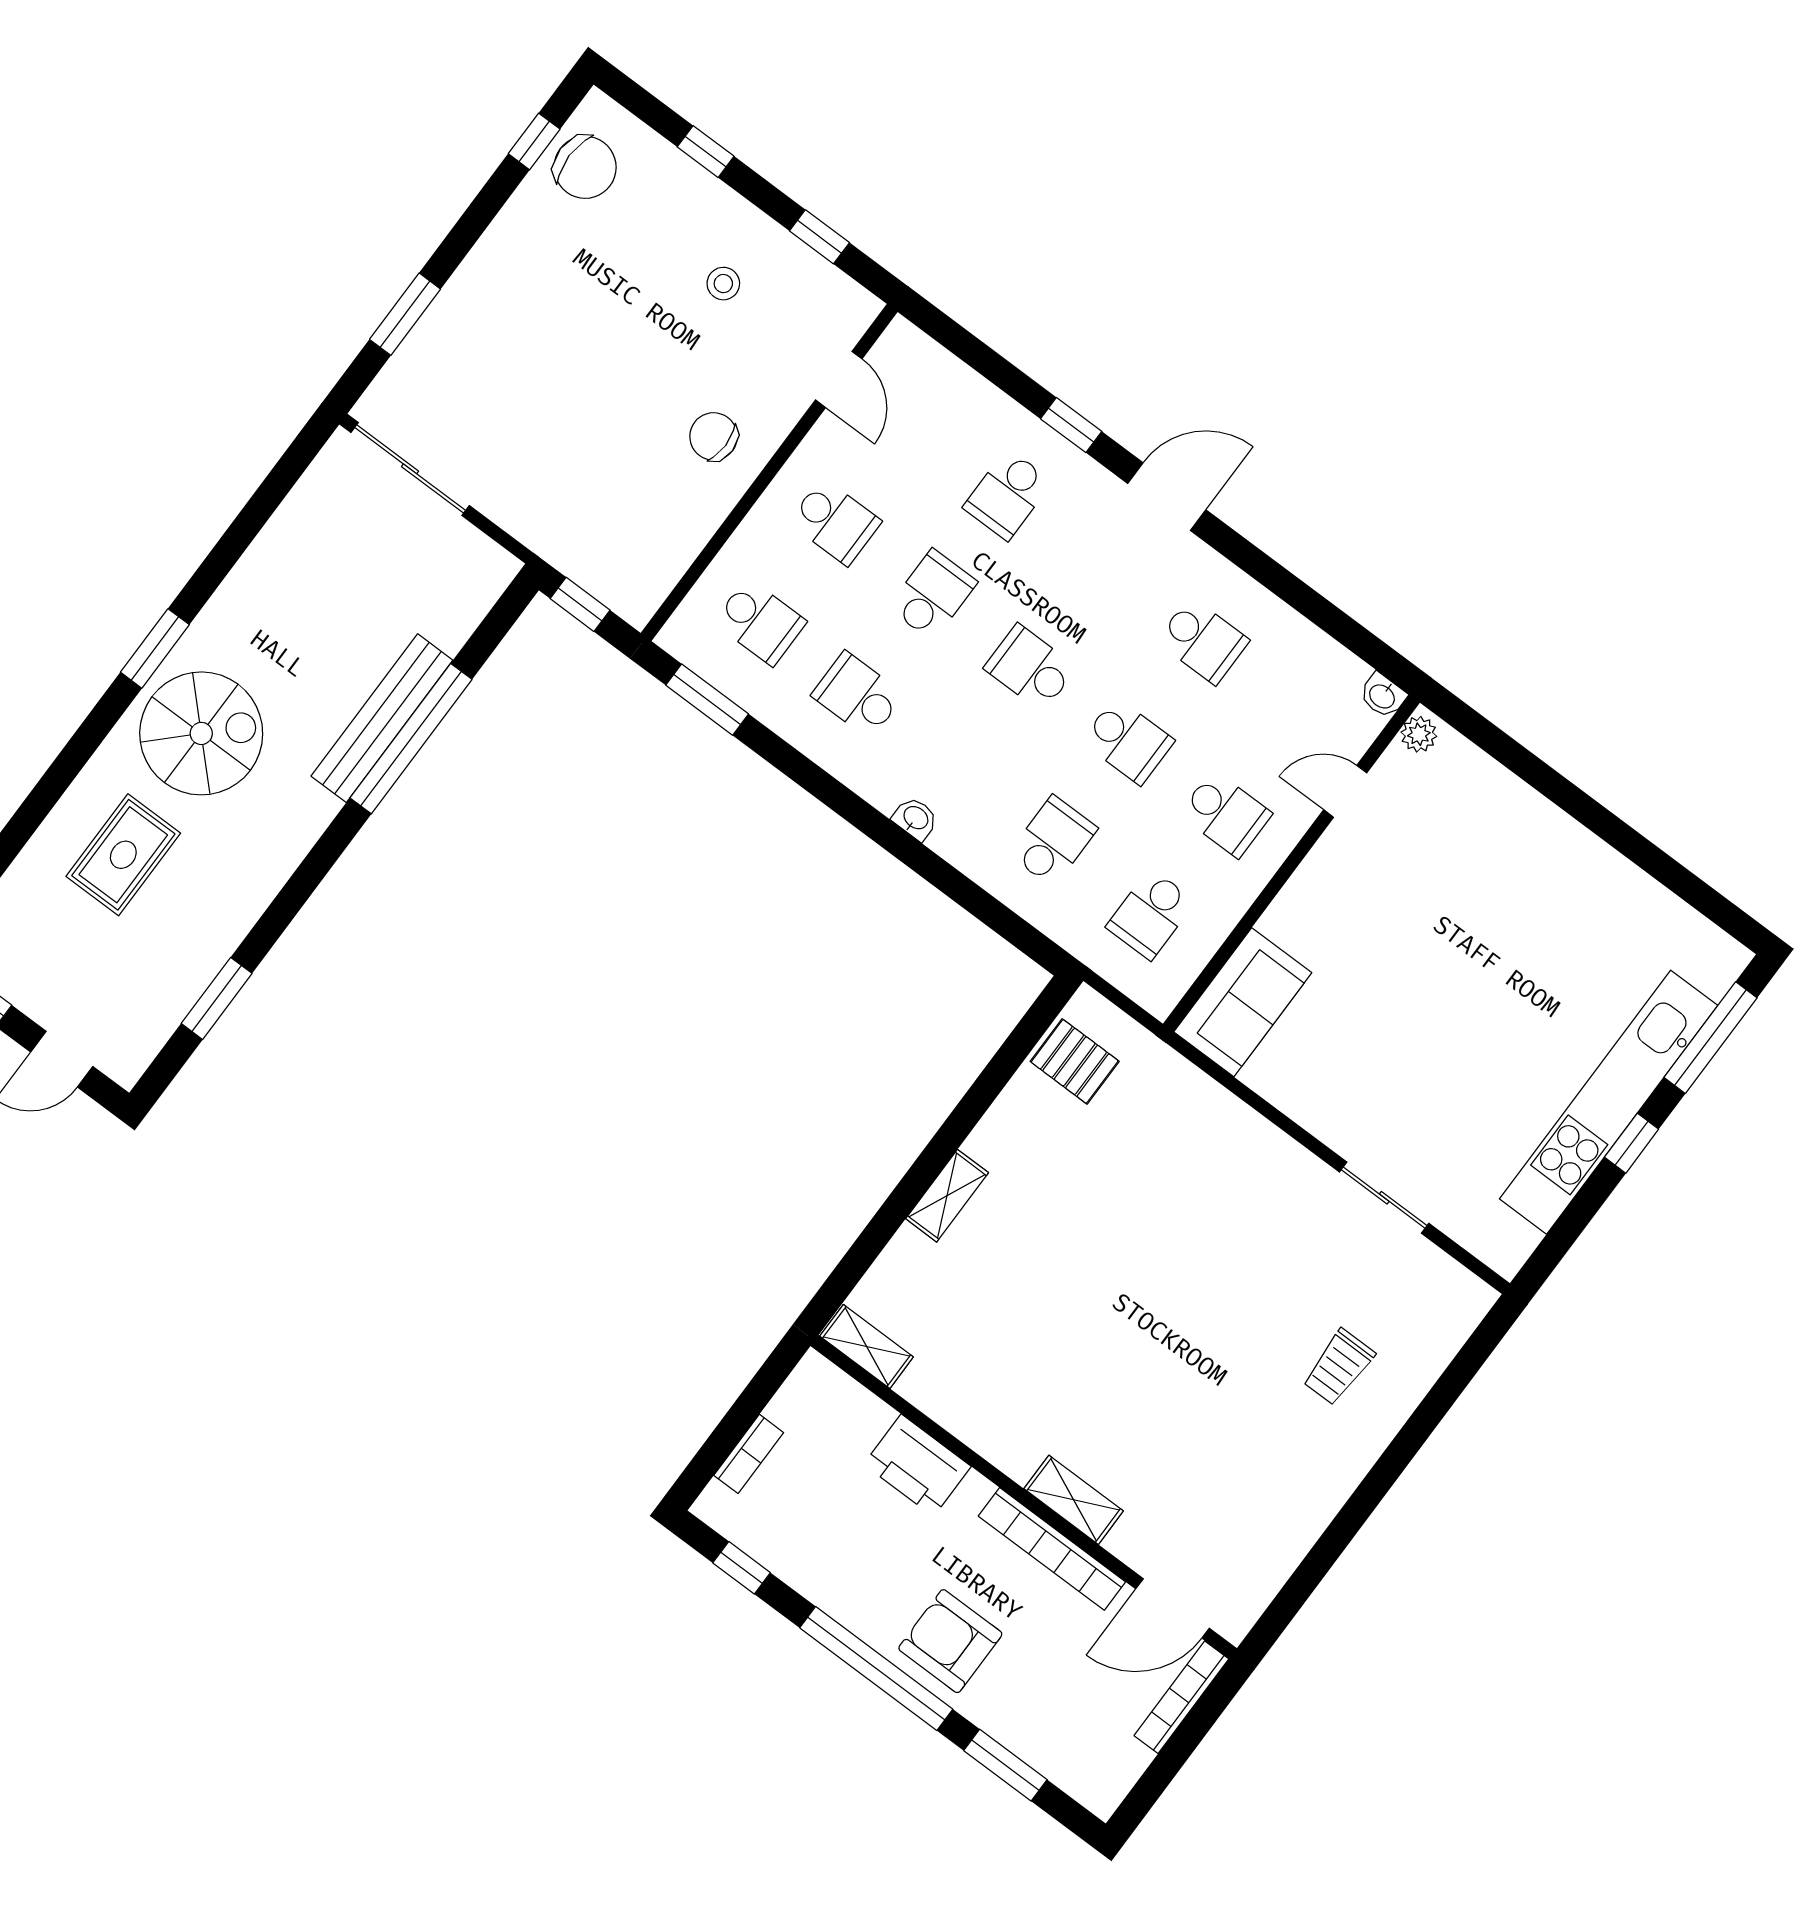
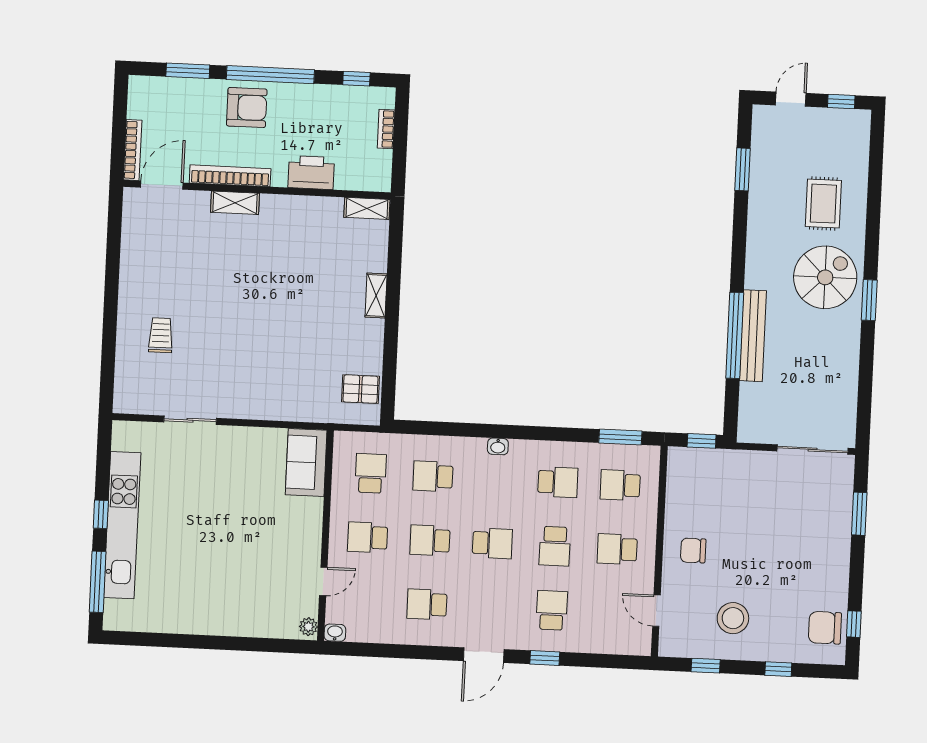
stool: (723, 284) -> (733, 618), width x1.89, depth x1.89
chair: (714, 436) -> (693, 550), turned 180
spiral stairs: (201, 733) -> (825, 277), turned 180
school desk: (1053, 841) -> (433, 476), turned 90

